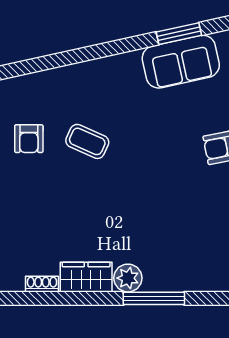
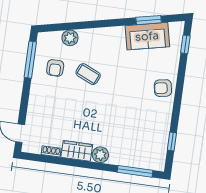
plant: (47, 83) -> (70, 38), added
window: (154, 298) -> (135, 171), moved

